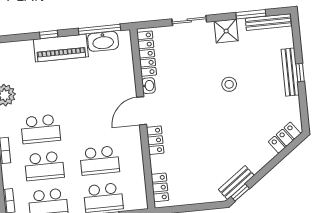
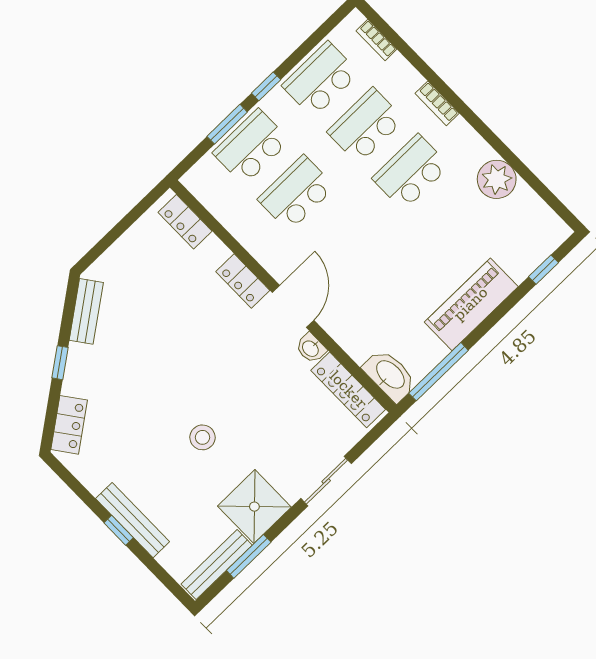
shower: (226, 31) -> (254, 507), width x1.36, depth x1.36
window: (49, 34) -> (543, 270), moved
washbasin: (103, 41) -> (390, 375), moved, turned 90
window: (240, 193) -> (60, 363), moved

